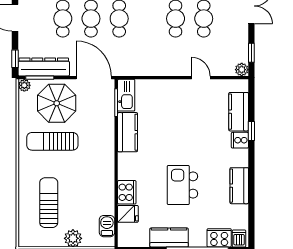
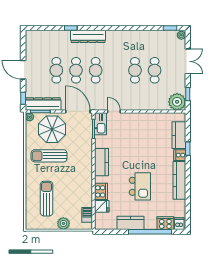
plant: (242, 70) -> (177, 102), width x1.88, depth x1.88
door: (201, 78) -> (114, 111), moved
kitchen counter: (128, 132) -> (101, 162), moved
kitchen island: (182, 185) -> (140, 186), turned 180
kitchen counter: (239, 186) -> (179, 180), width x1.50

